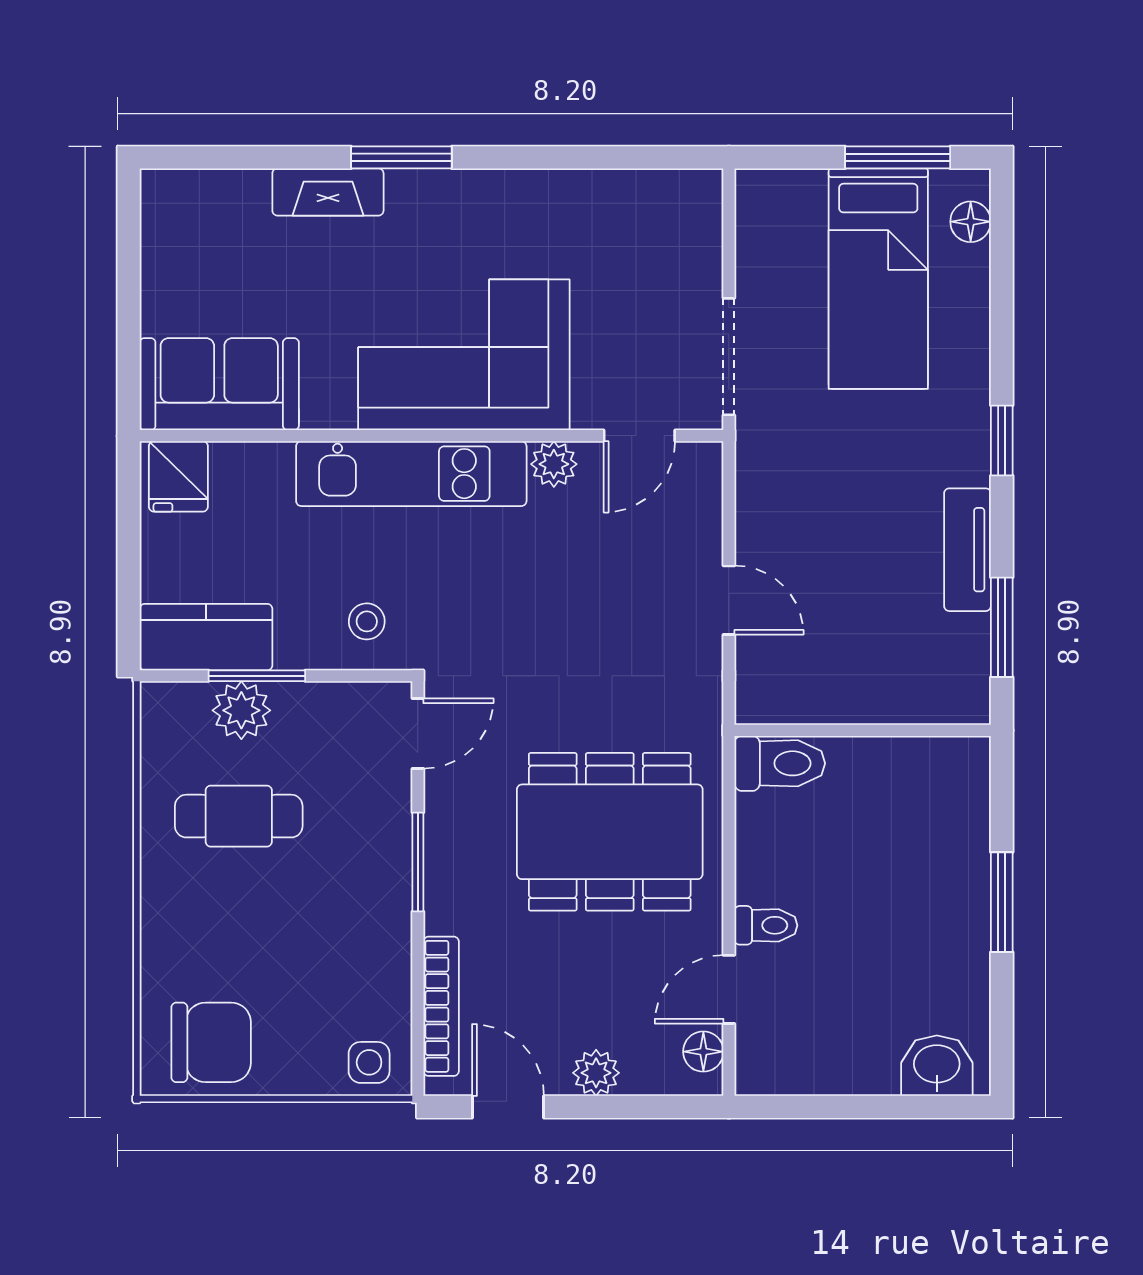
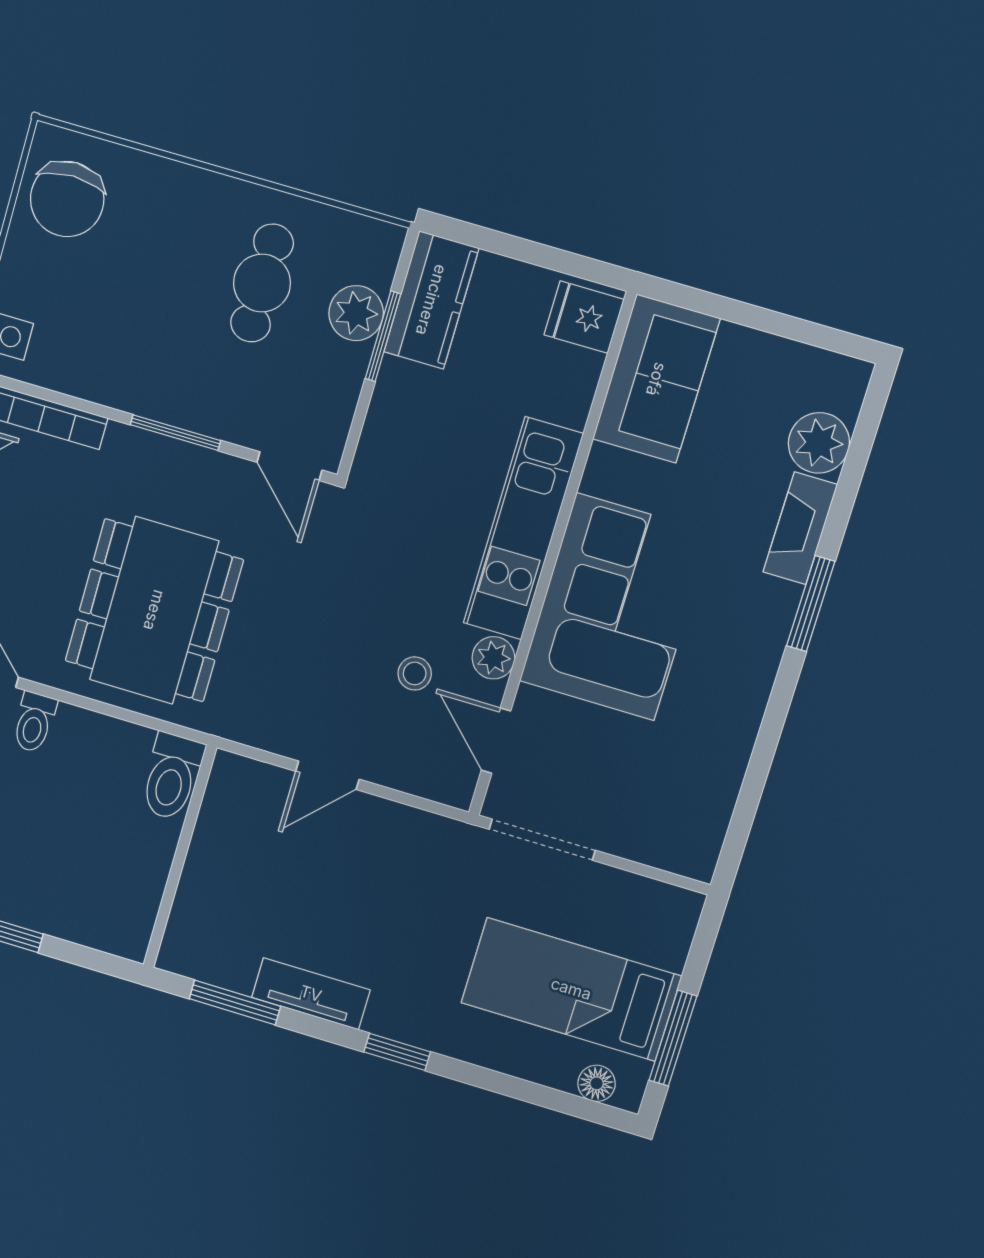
plant: (236, 200) -> (819, 443), added
stool: (367, 621) -> (415, 673), moved

